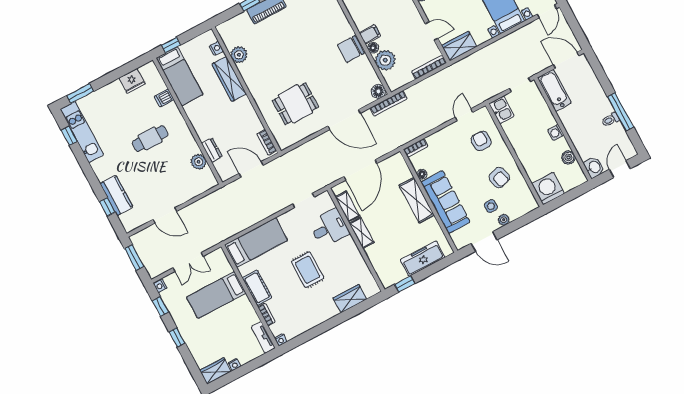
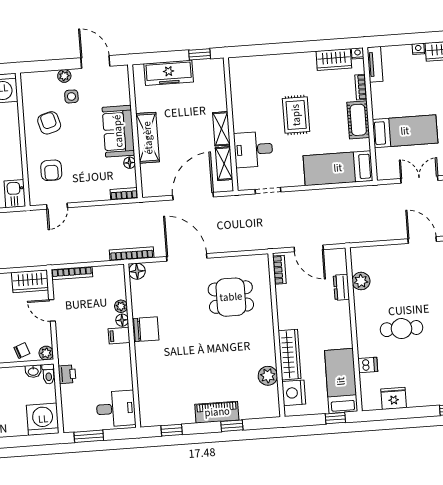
nightstand: (216, 48) -> (294, 393), width x1.89, depth x1.79
plant: (385, 60) -> (121, 306), width x0.53, depth x0.53
sofa: (445, 202) -> (118, 131), width x0.73
wardrobe: (350, 299) -> (334, 60), moved

